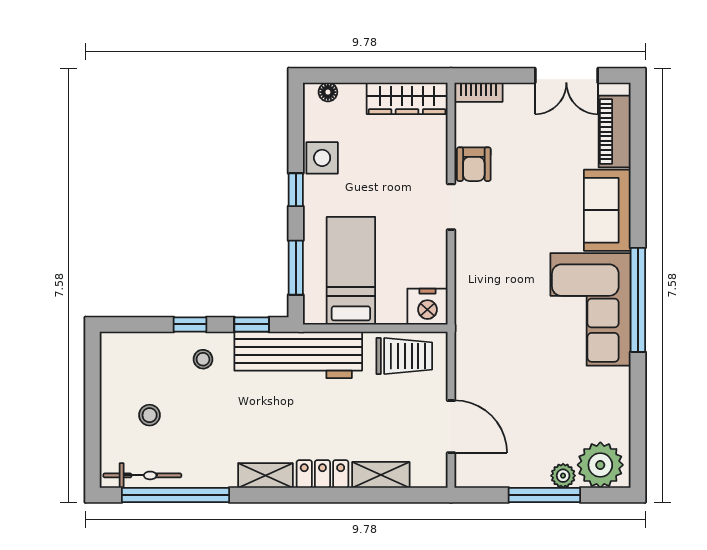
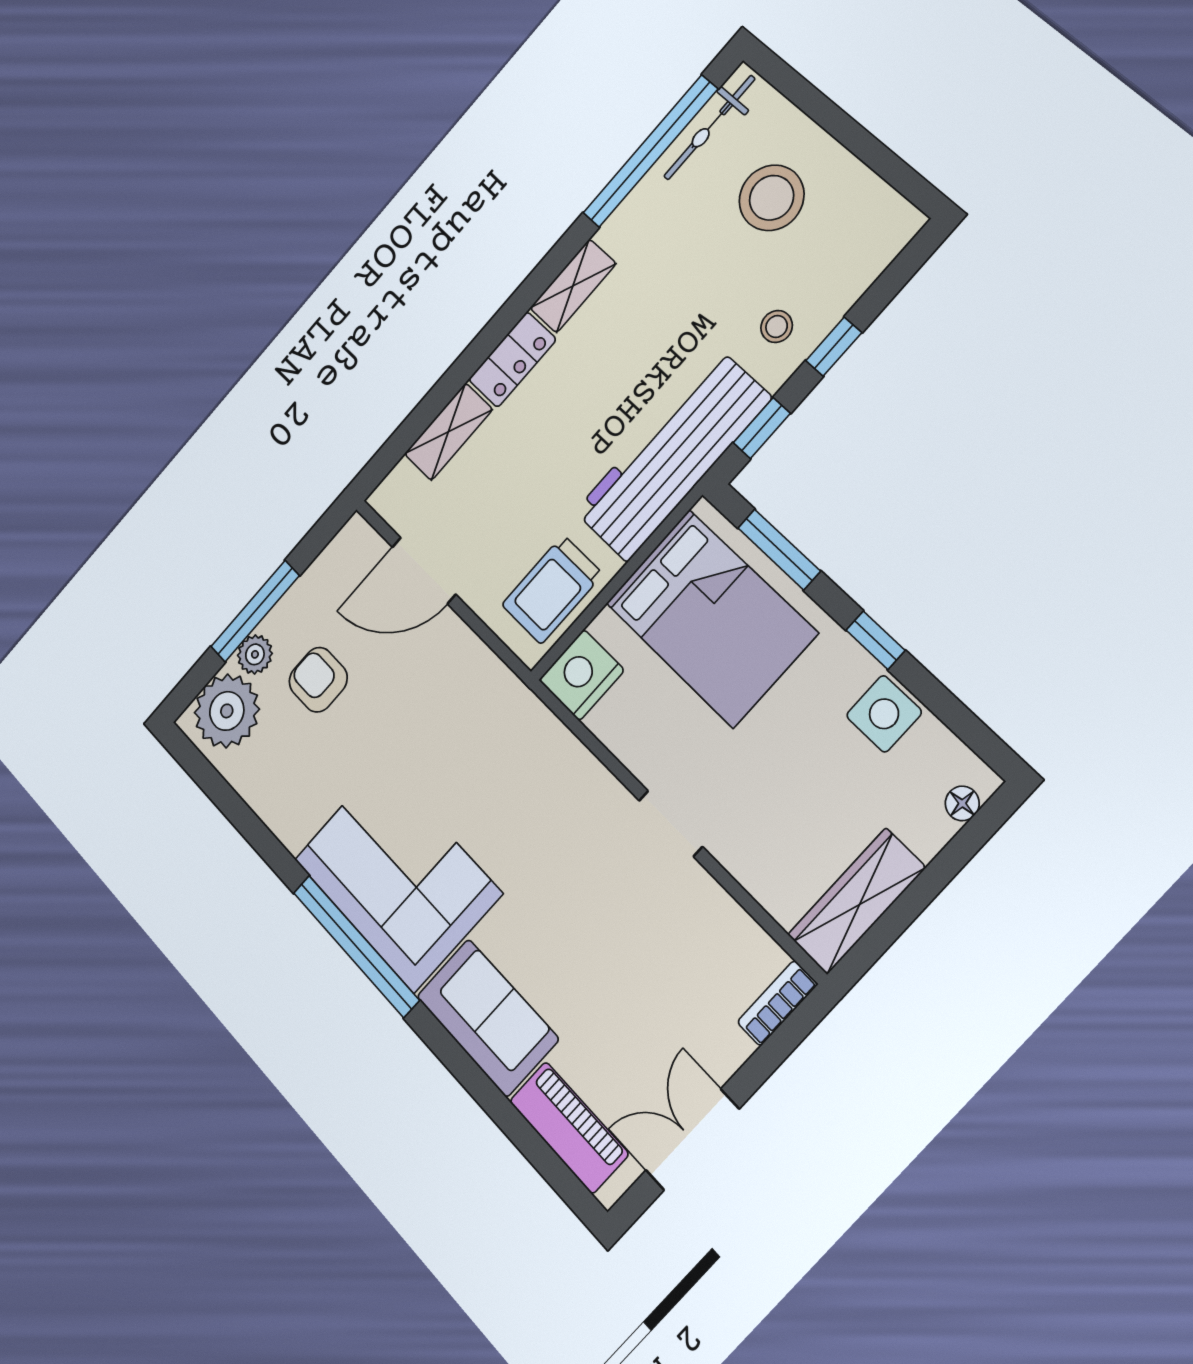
armchair: (474, 164) -> (318, 680), moved
bed: (351, 271) -> (711, 618), width x1.50
stool: (150, 415) -> (772, 198), width x1.89, depth x1.89

